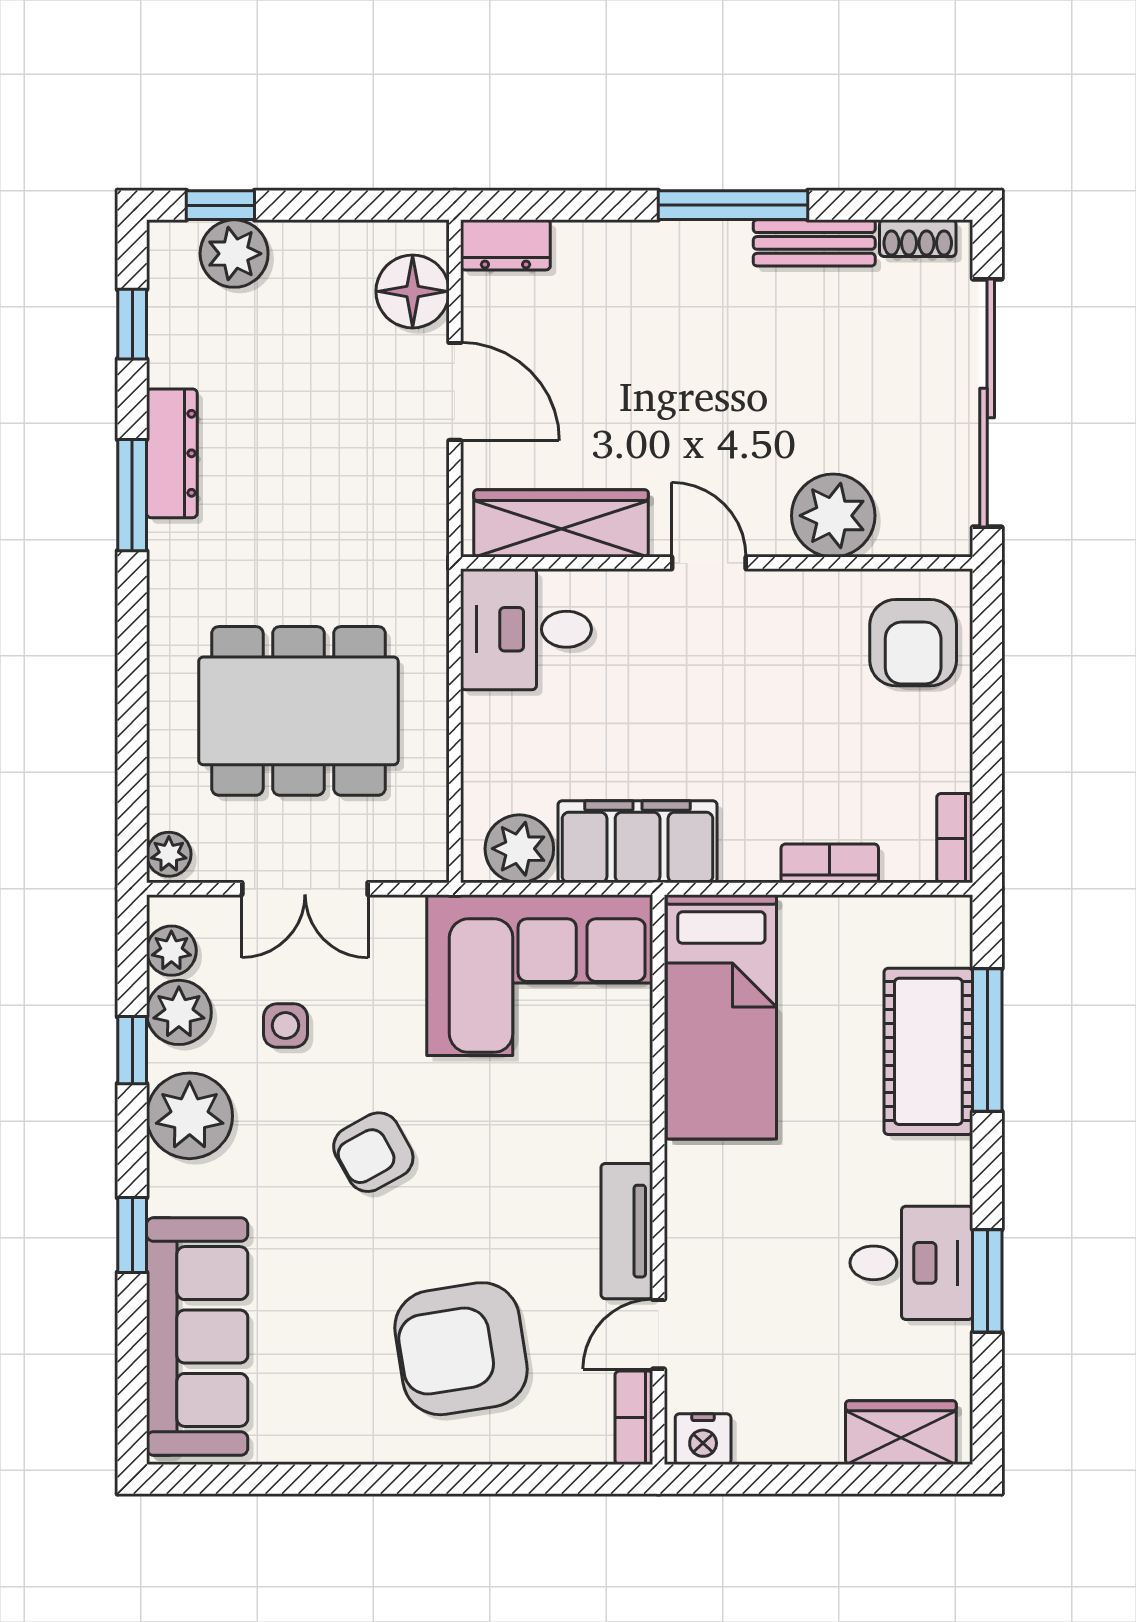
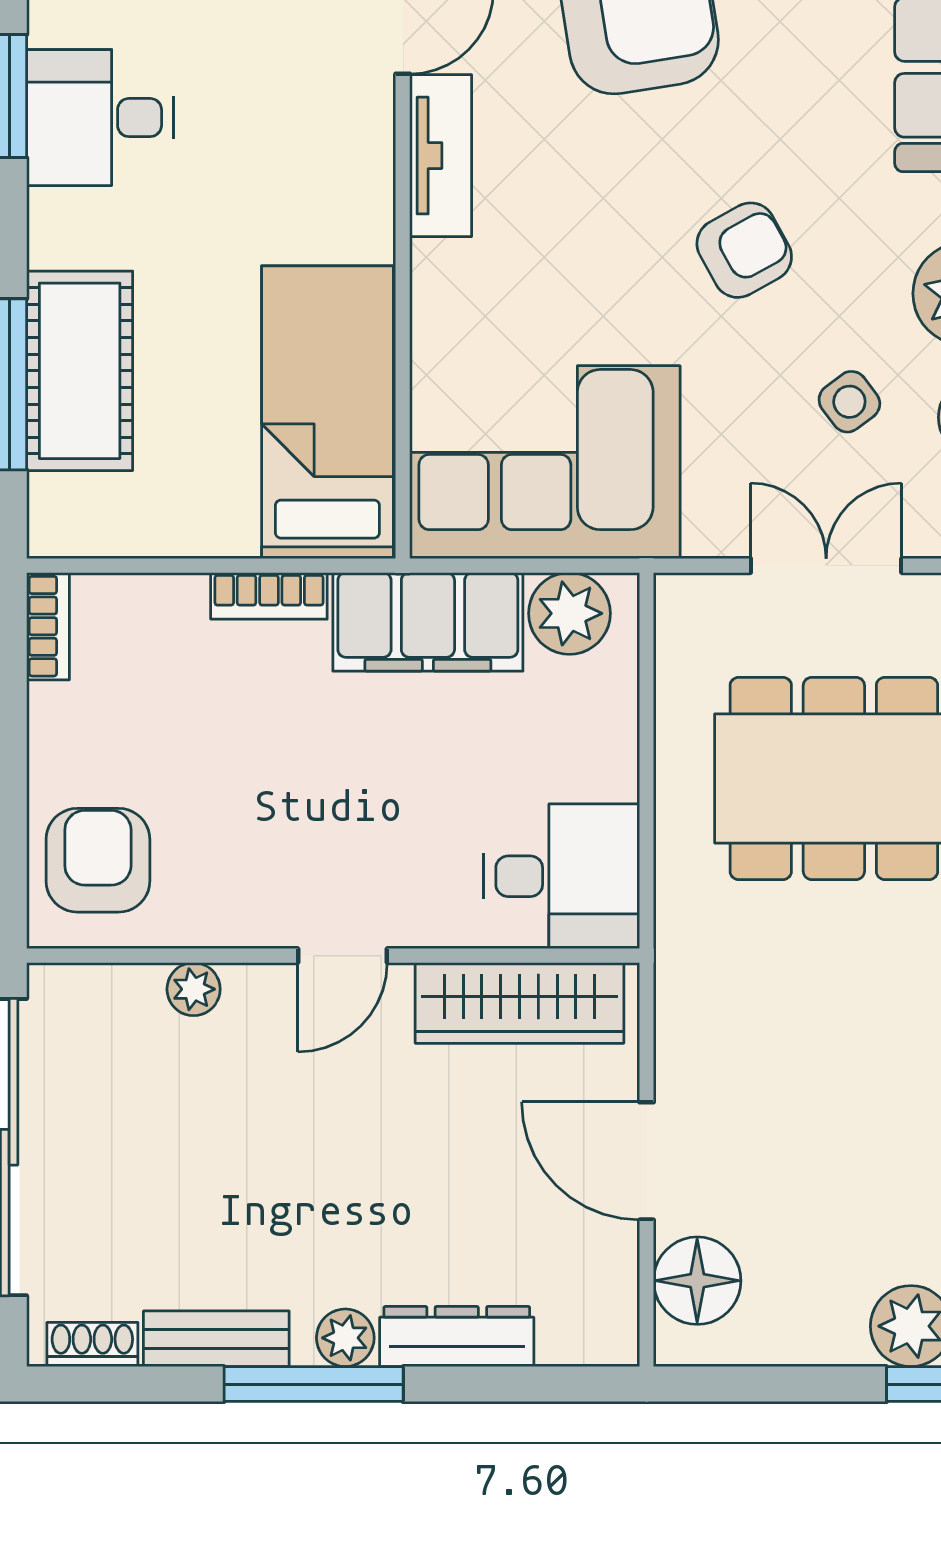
plant: (706, 244) -> (345, 1338), added
dresser: (505, 245) -> (457, 1336), moved, width x1.44
plant: (833, 516) -> (194, 989), width x0.53, depth x0.53
door: (709, 563) -> (342, 956), hinge flipped
bookcase: (830, 863) -> (269, 596), moved
side table: (285, 1026) -> (849, 402), turned -37

